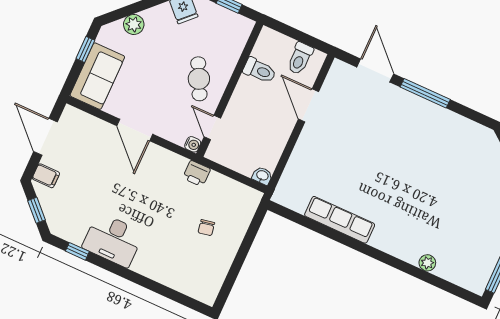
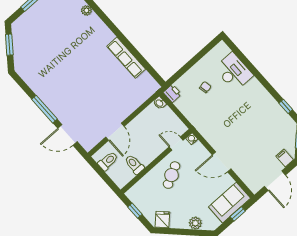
window: (85, 49) -> (238, 214), moved
door: (375, 71) -> (67, 135), hinge flipped
door: (212, 128) -> (176, 143), swing flipped
door: (135, 130) -> (222, 162), swing flipped
printer: (197, 174) -> (172, 93), moved
desk: (113, 240) -> (234, 72), moved

